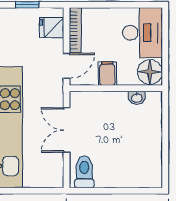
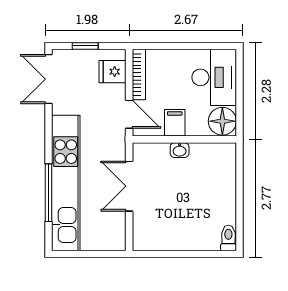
door: (67, 66) -> (129, 114), hinge flipped
washbasin: (137, 98) -> (180, 150), moved
toilet: (84, 172) -> (228, 238), moved, width x0.73, depth x0.72

